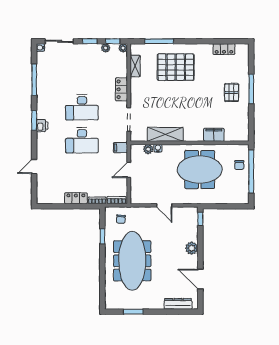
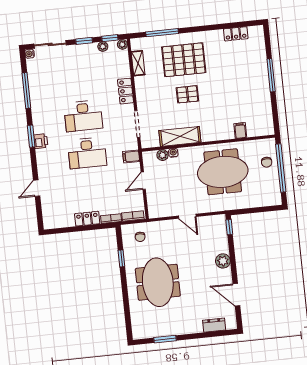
pallet: (232, 92) -> (187, 94), moved, turned 90
filing cabinet: (214, 135) -> (240, 131), width x0.50
meeting table: (132, 261) -> (158, 282), width x0.73
dresser: (178, 304) -> (214, 325), width x0.70

